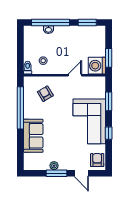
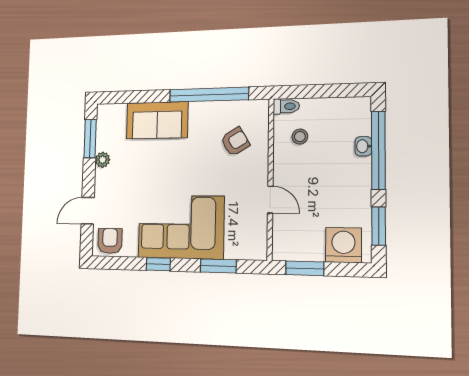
washing machine: (97, 66) -> (343, 245), moved
armchair: (97, 160) -> (110, 241), turned -90
window: (57, 173) -> (90, 139), moved

